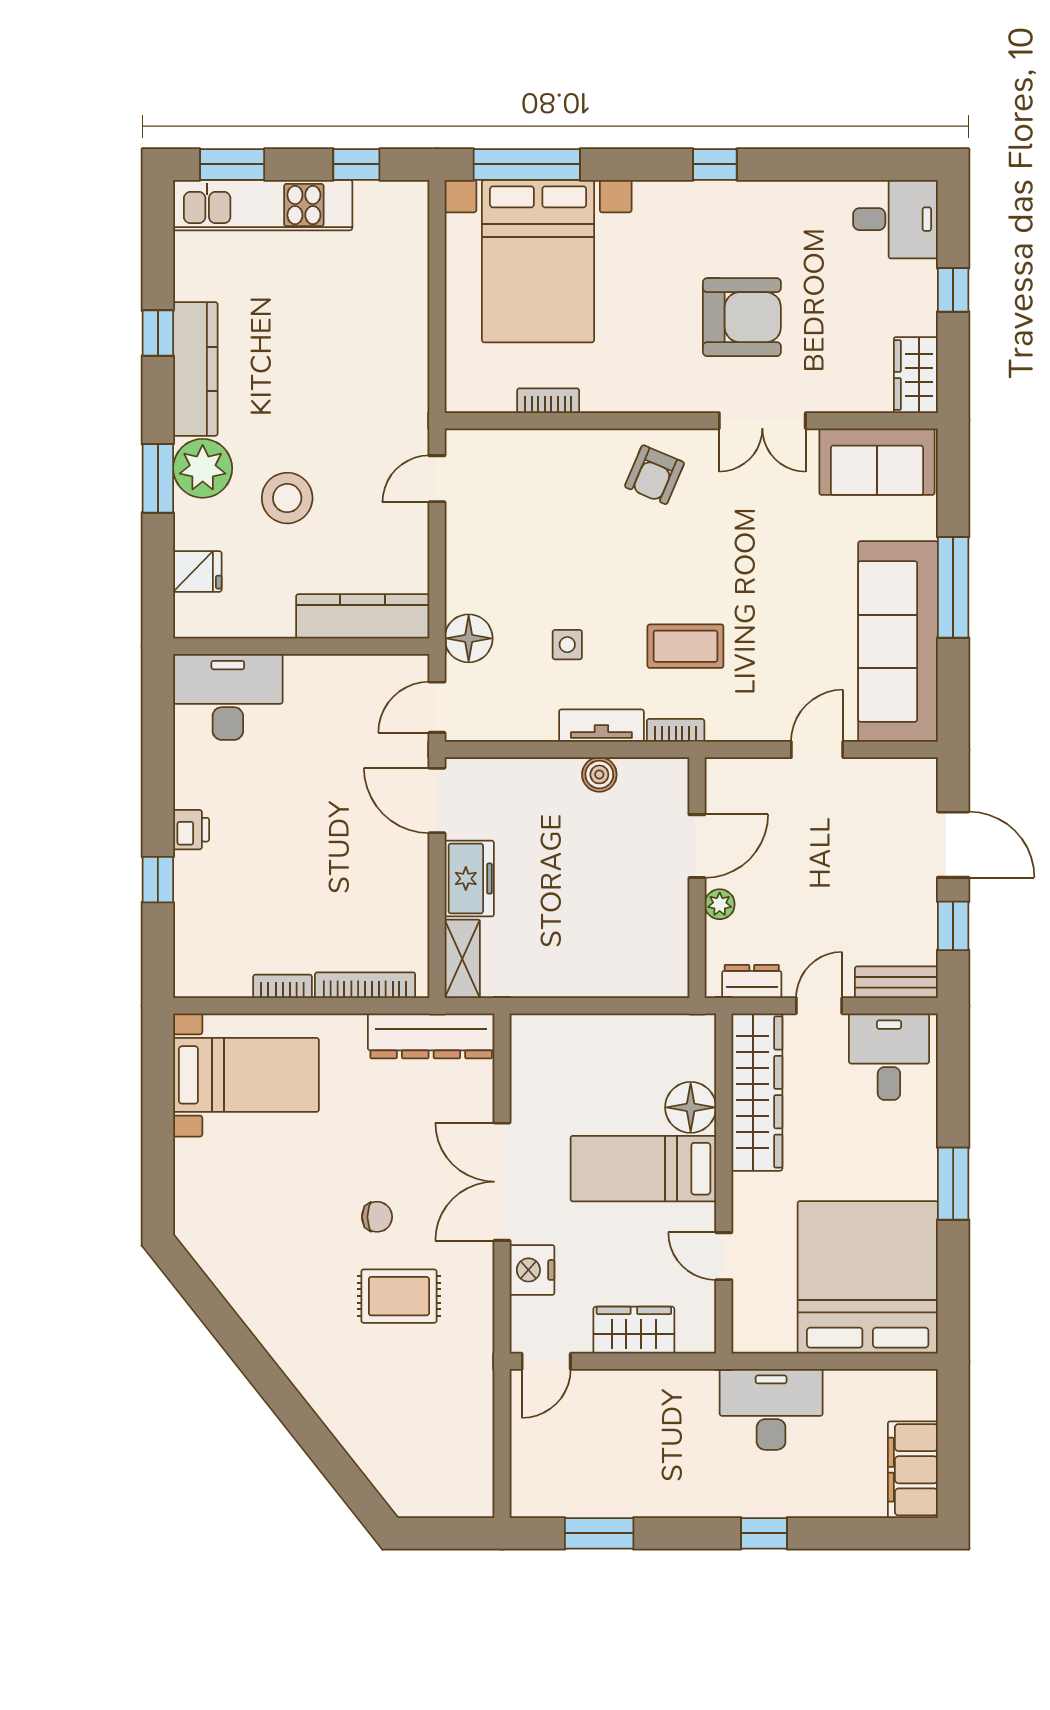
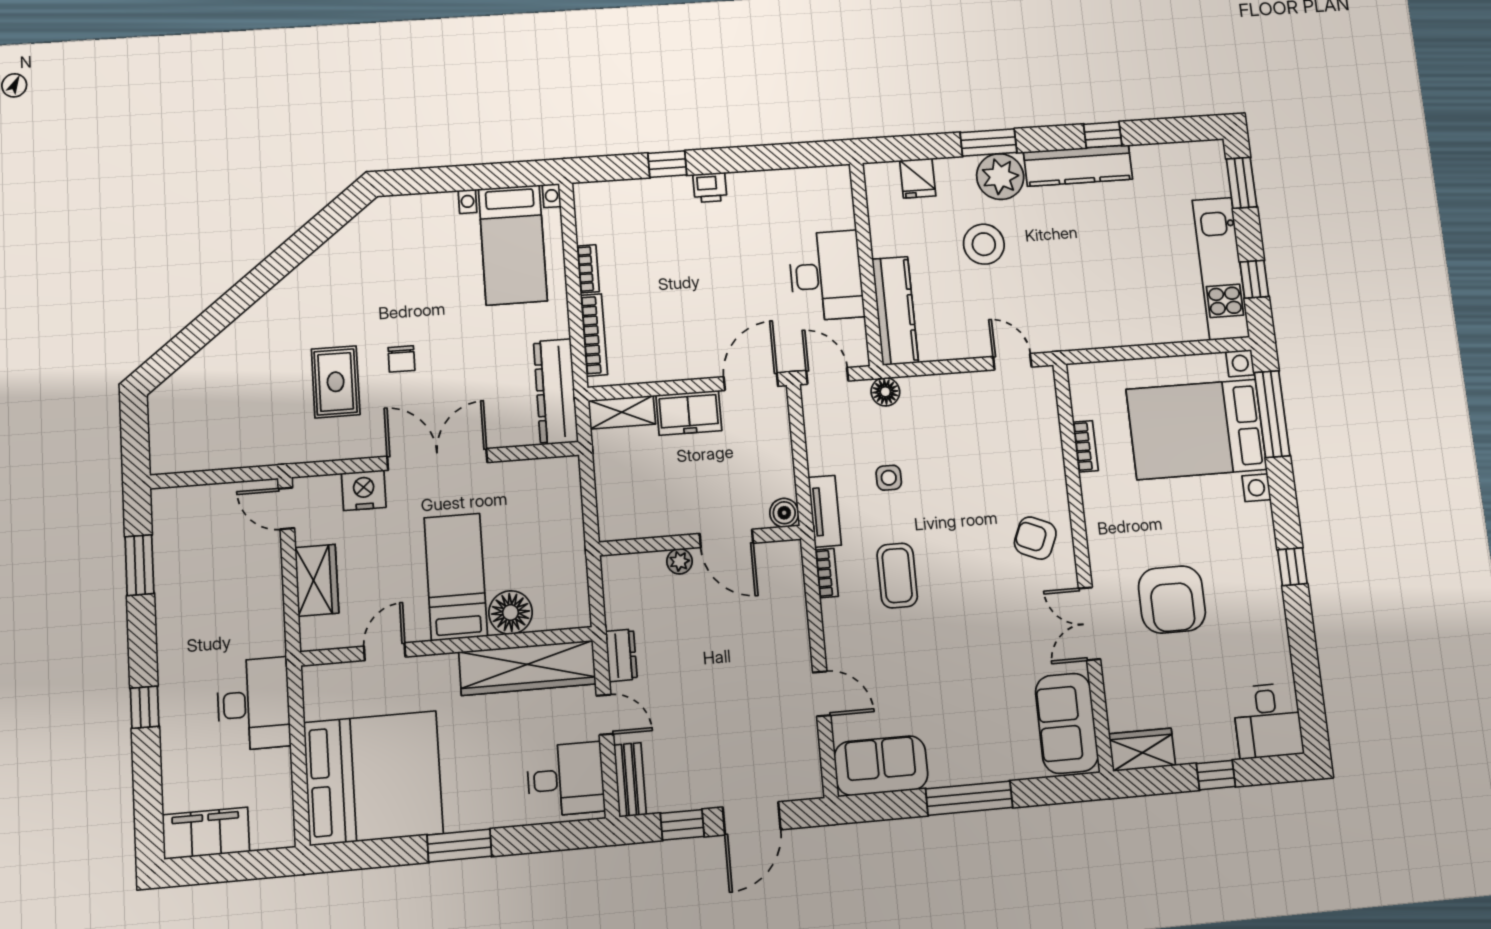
kitchen unit: (263, 205) -> (1221, 269), moved
floor lamp: (469, 638) -> (885, 392), width x0.73, depth x0.73
sofa: (898, 641) -> (881, 766), width x0.54, depth x0.79
desk: (228, 697) -> (826, 276), moved
door: (697, 846) -> (726, 538), moved
wall: (697, 878) -> (700, 541), moved
plant: (720, 904) -> (679, 561), moved

